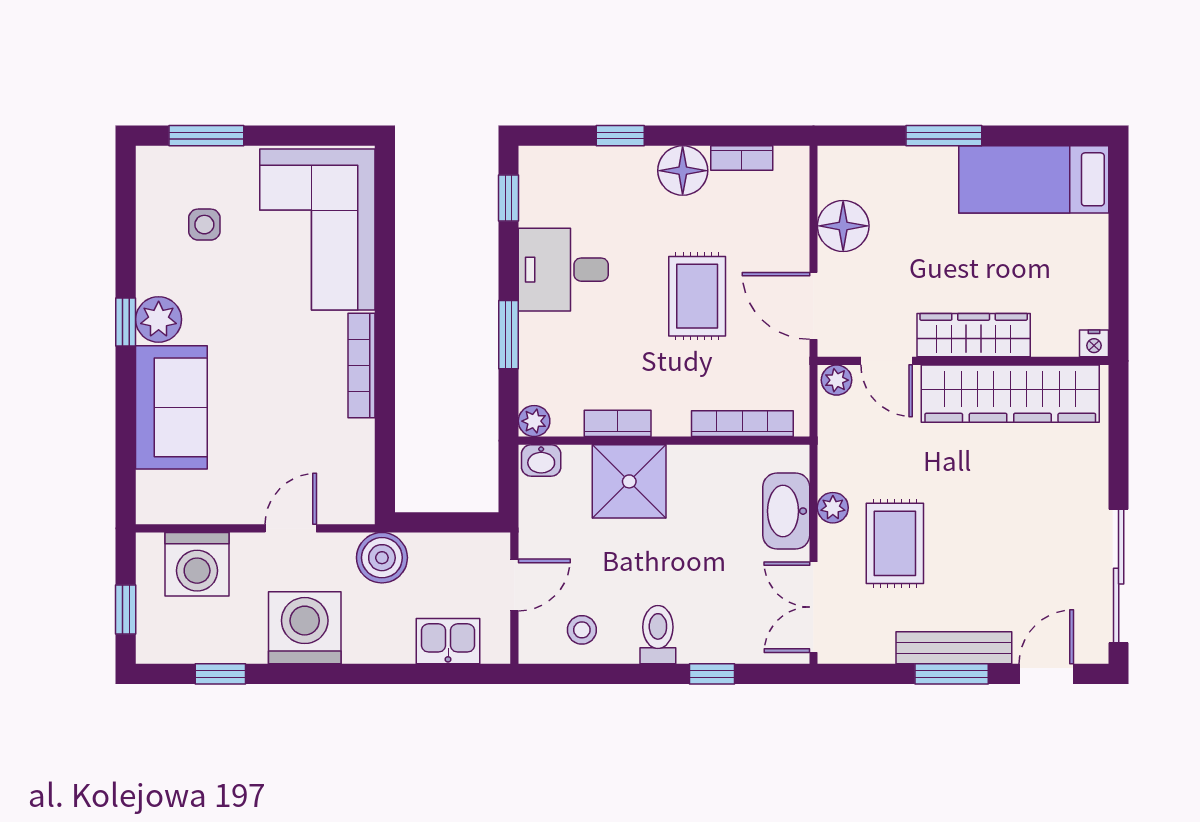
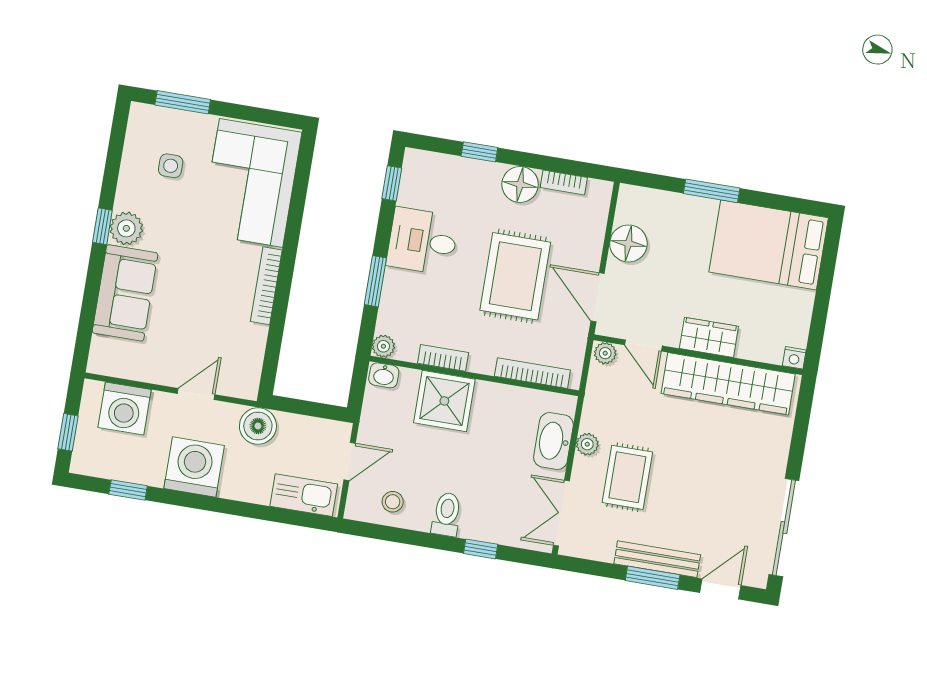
bed: (1034, 179) -> (769, 245), width x1.50
rug: (697, 296) -> (515, 276), width x1.36, depth x1.43
wardrobe: (974, 335) -> (709, 337), width x0.67
kitchen sink: (448, 641) -> (304, 495), width x1.38

